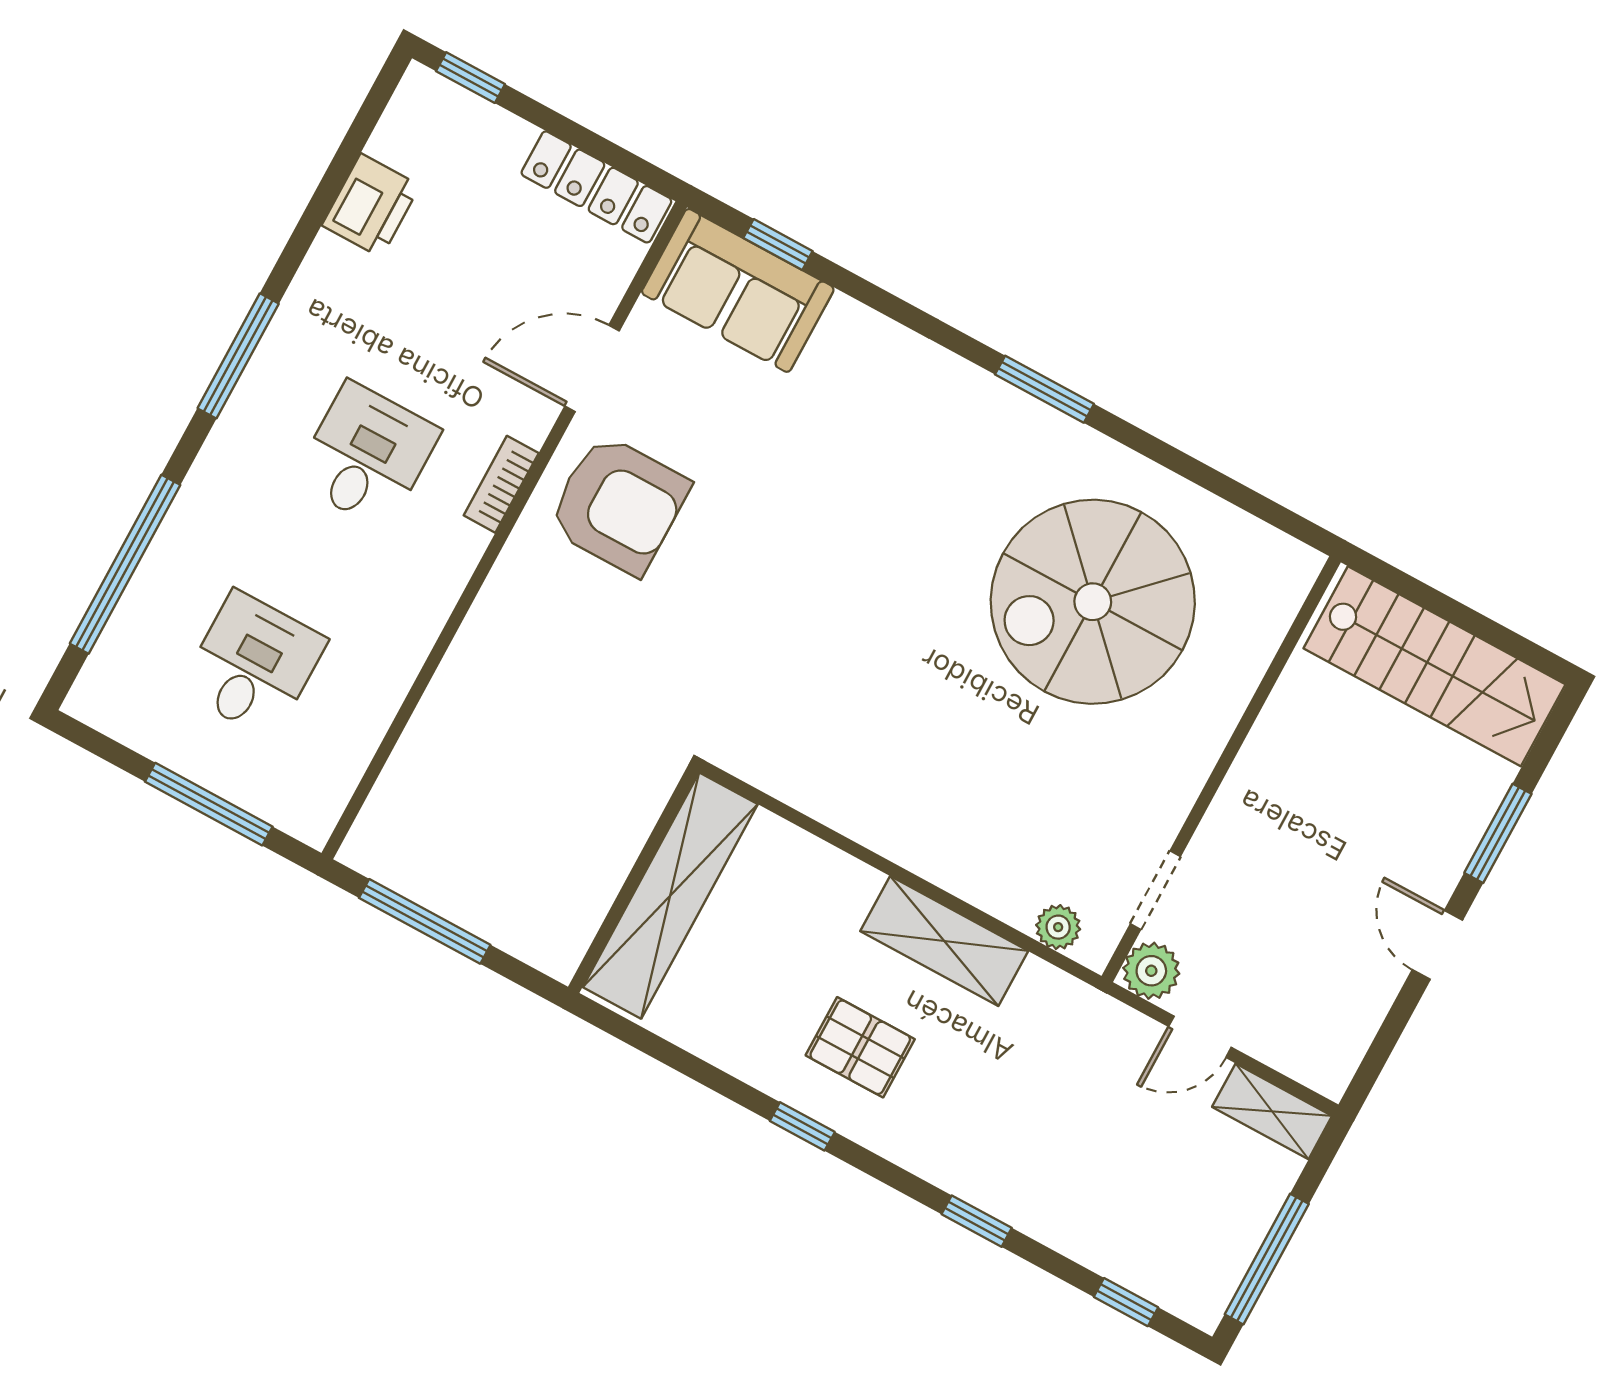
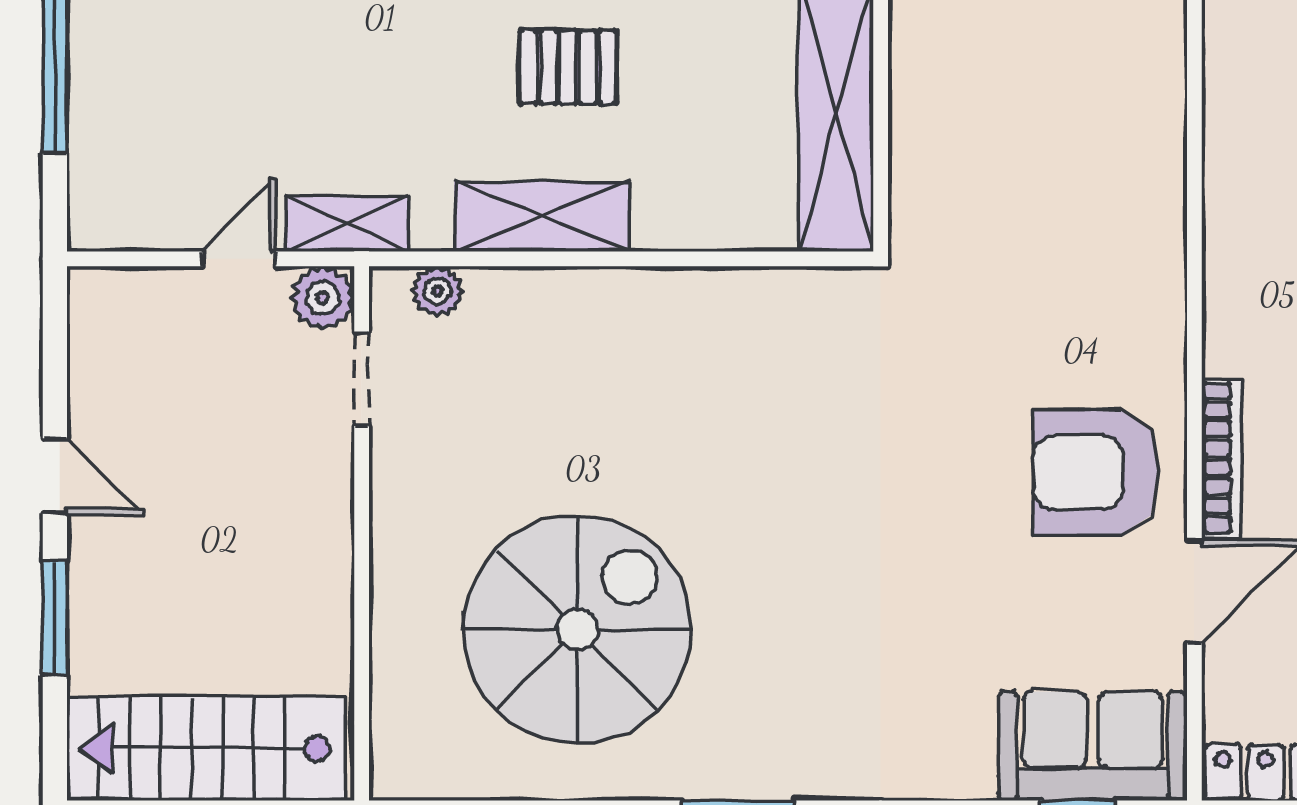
bookcase: (501, 484) -> (1222, 458), width x1.56
shelving: (1272, 1111) -> (347, 224), moved

